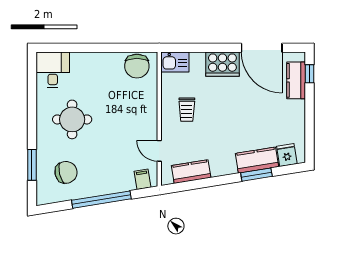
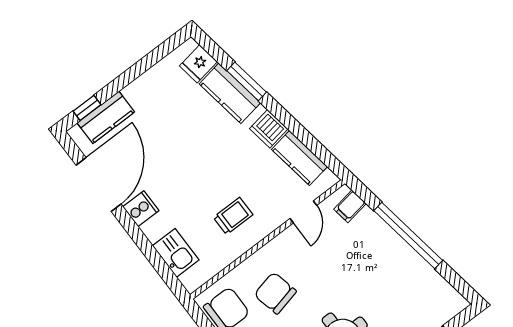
kitchen sink: (175, 62) -> (176, 253), moved
cooker: (222, 64) -> (141, 209), width x0.53, depth x0.76
dishwasher: (220, 167) -> (269, 129), added
chair: (66, 172) -> (275, 293), moved

